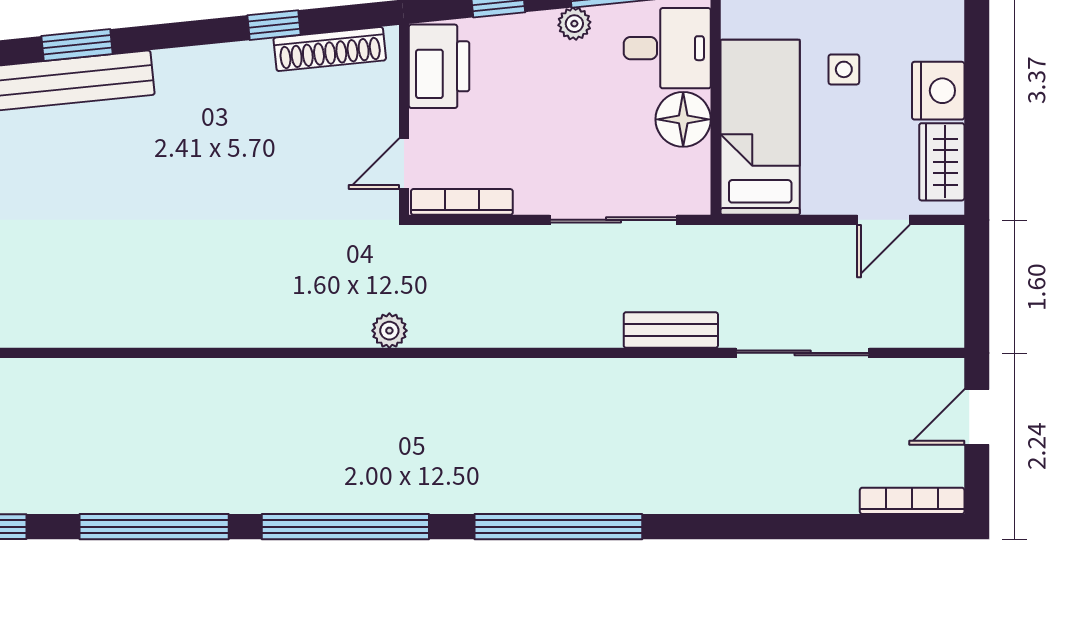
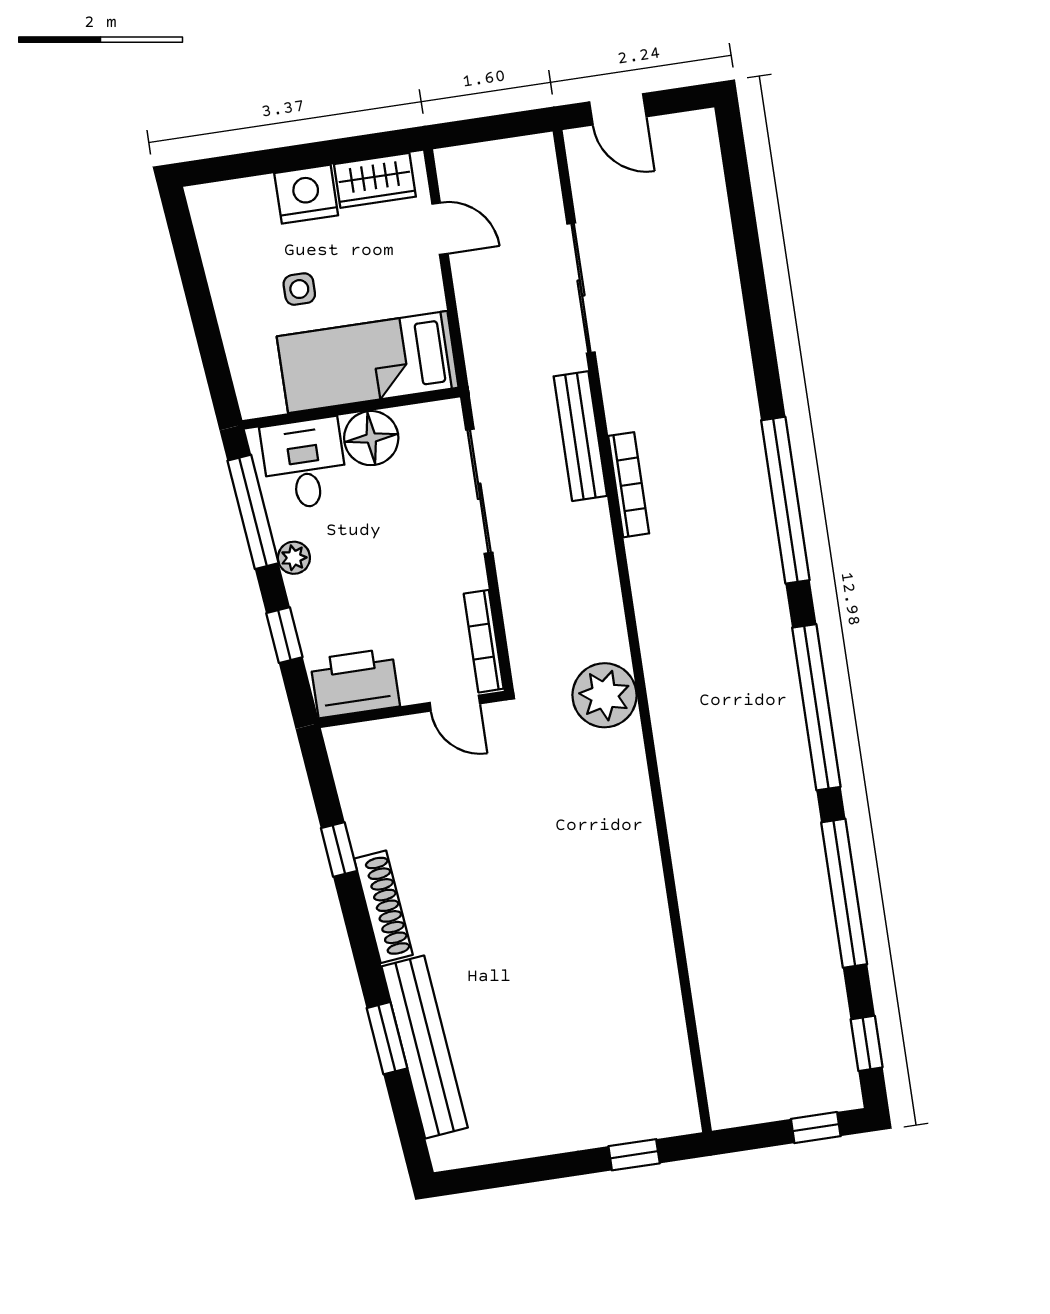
shoe rack: (330, 49) -> (383, 907), moved
bench: (671, 330) -> (580, 436), width x1.36
plant: (389, 331) -> (605, 695), width x1.87, depth x1.87
bookcase: (912, 501) -> (629, 485), moved, turned 180

